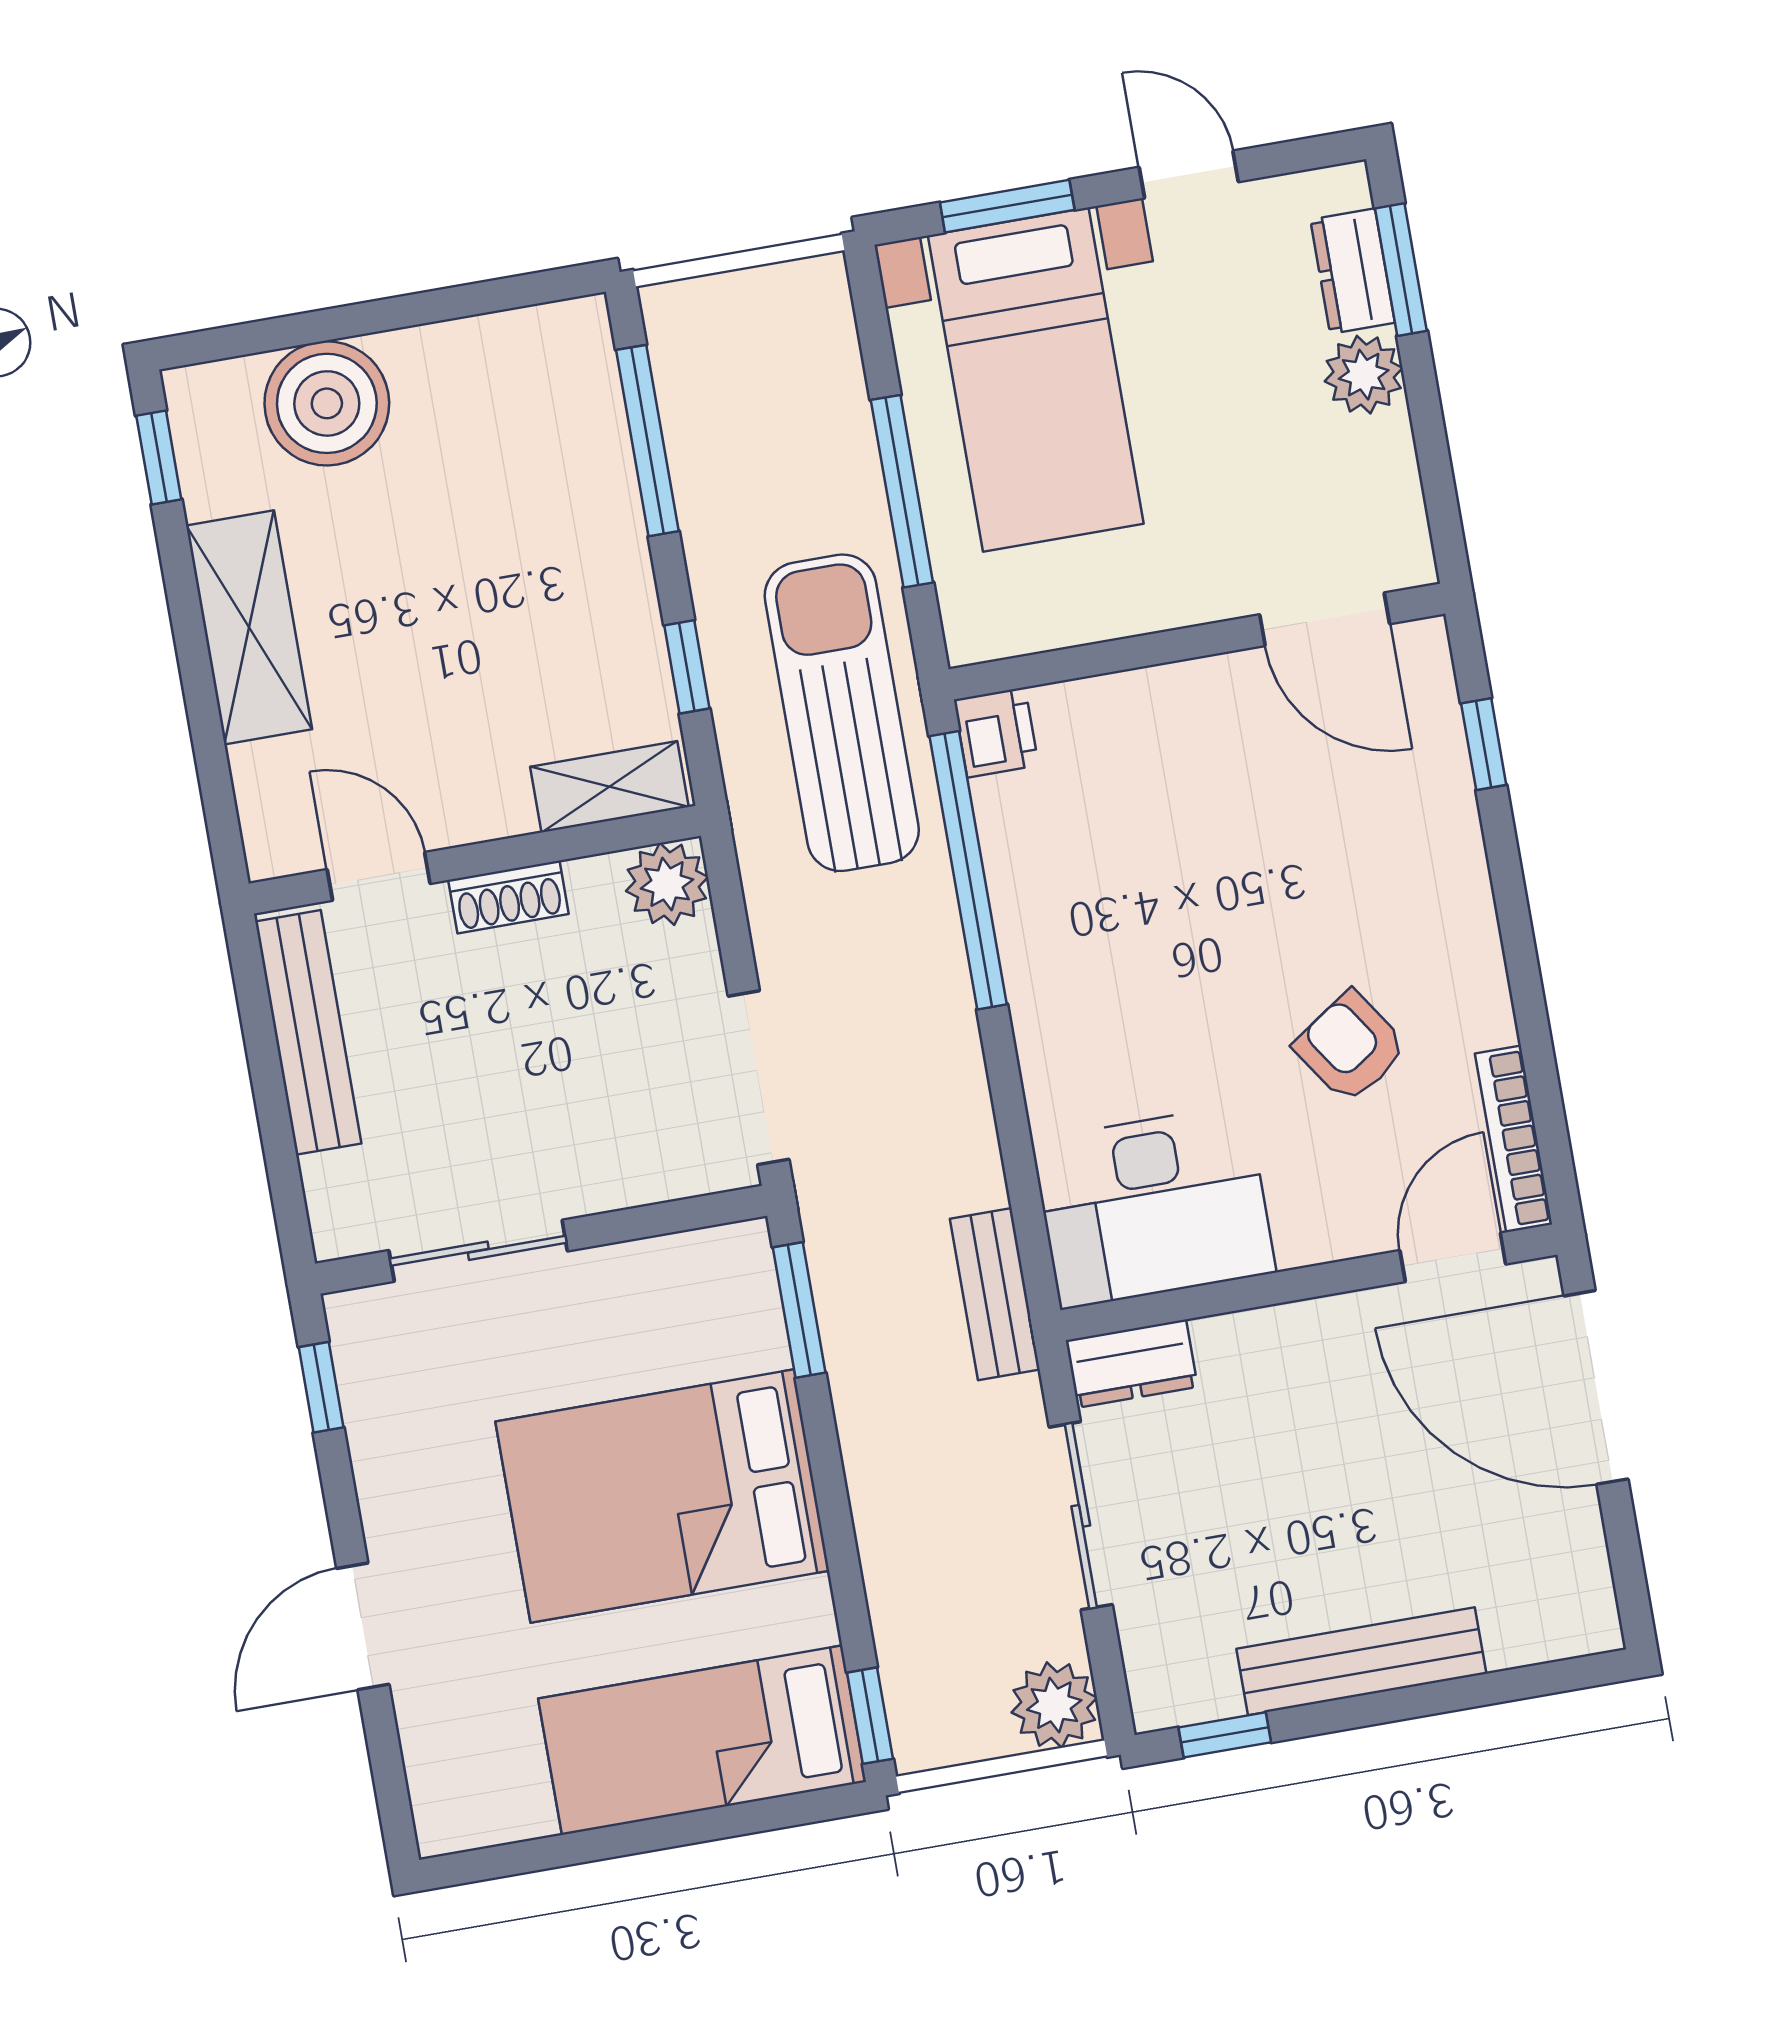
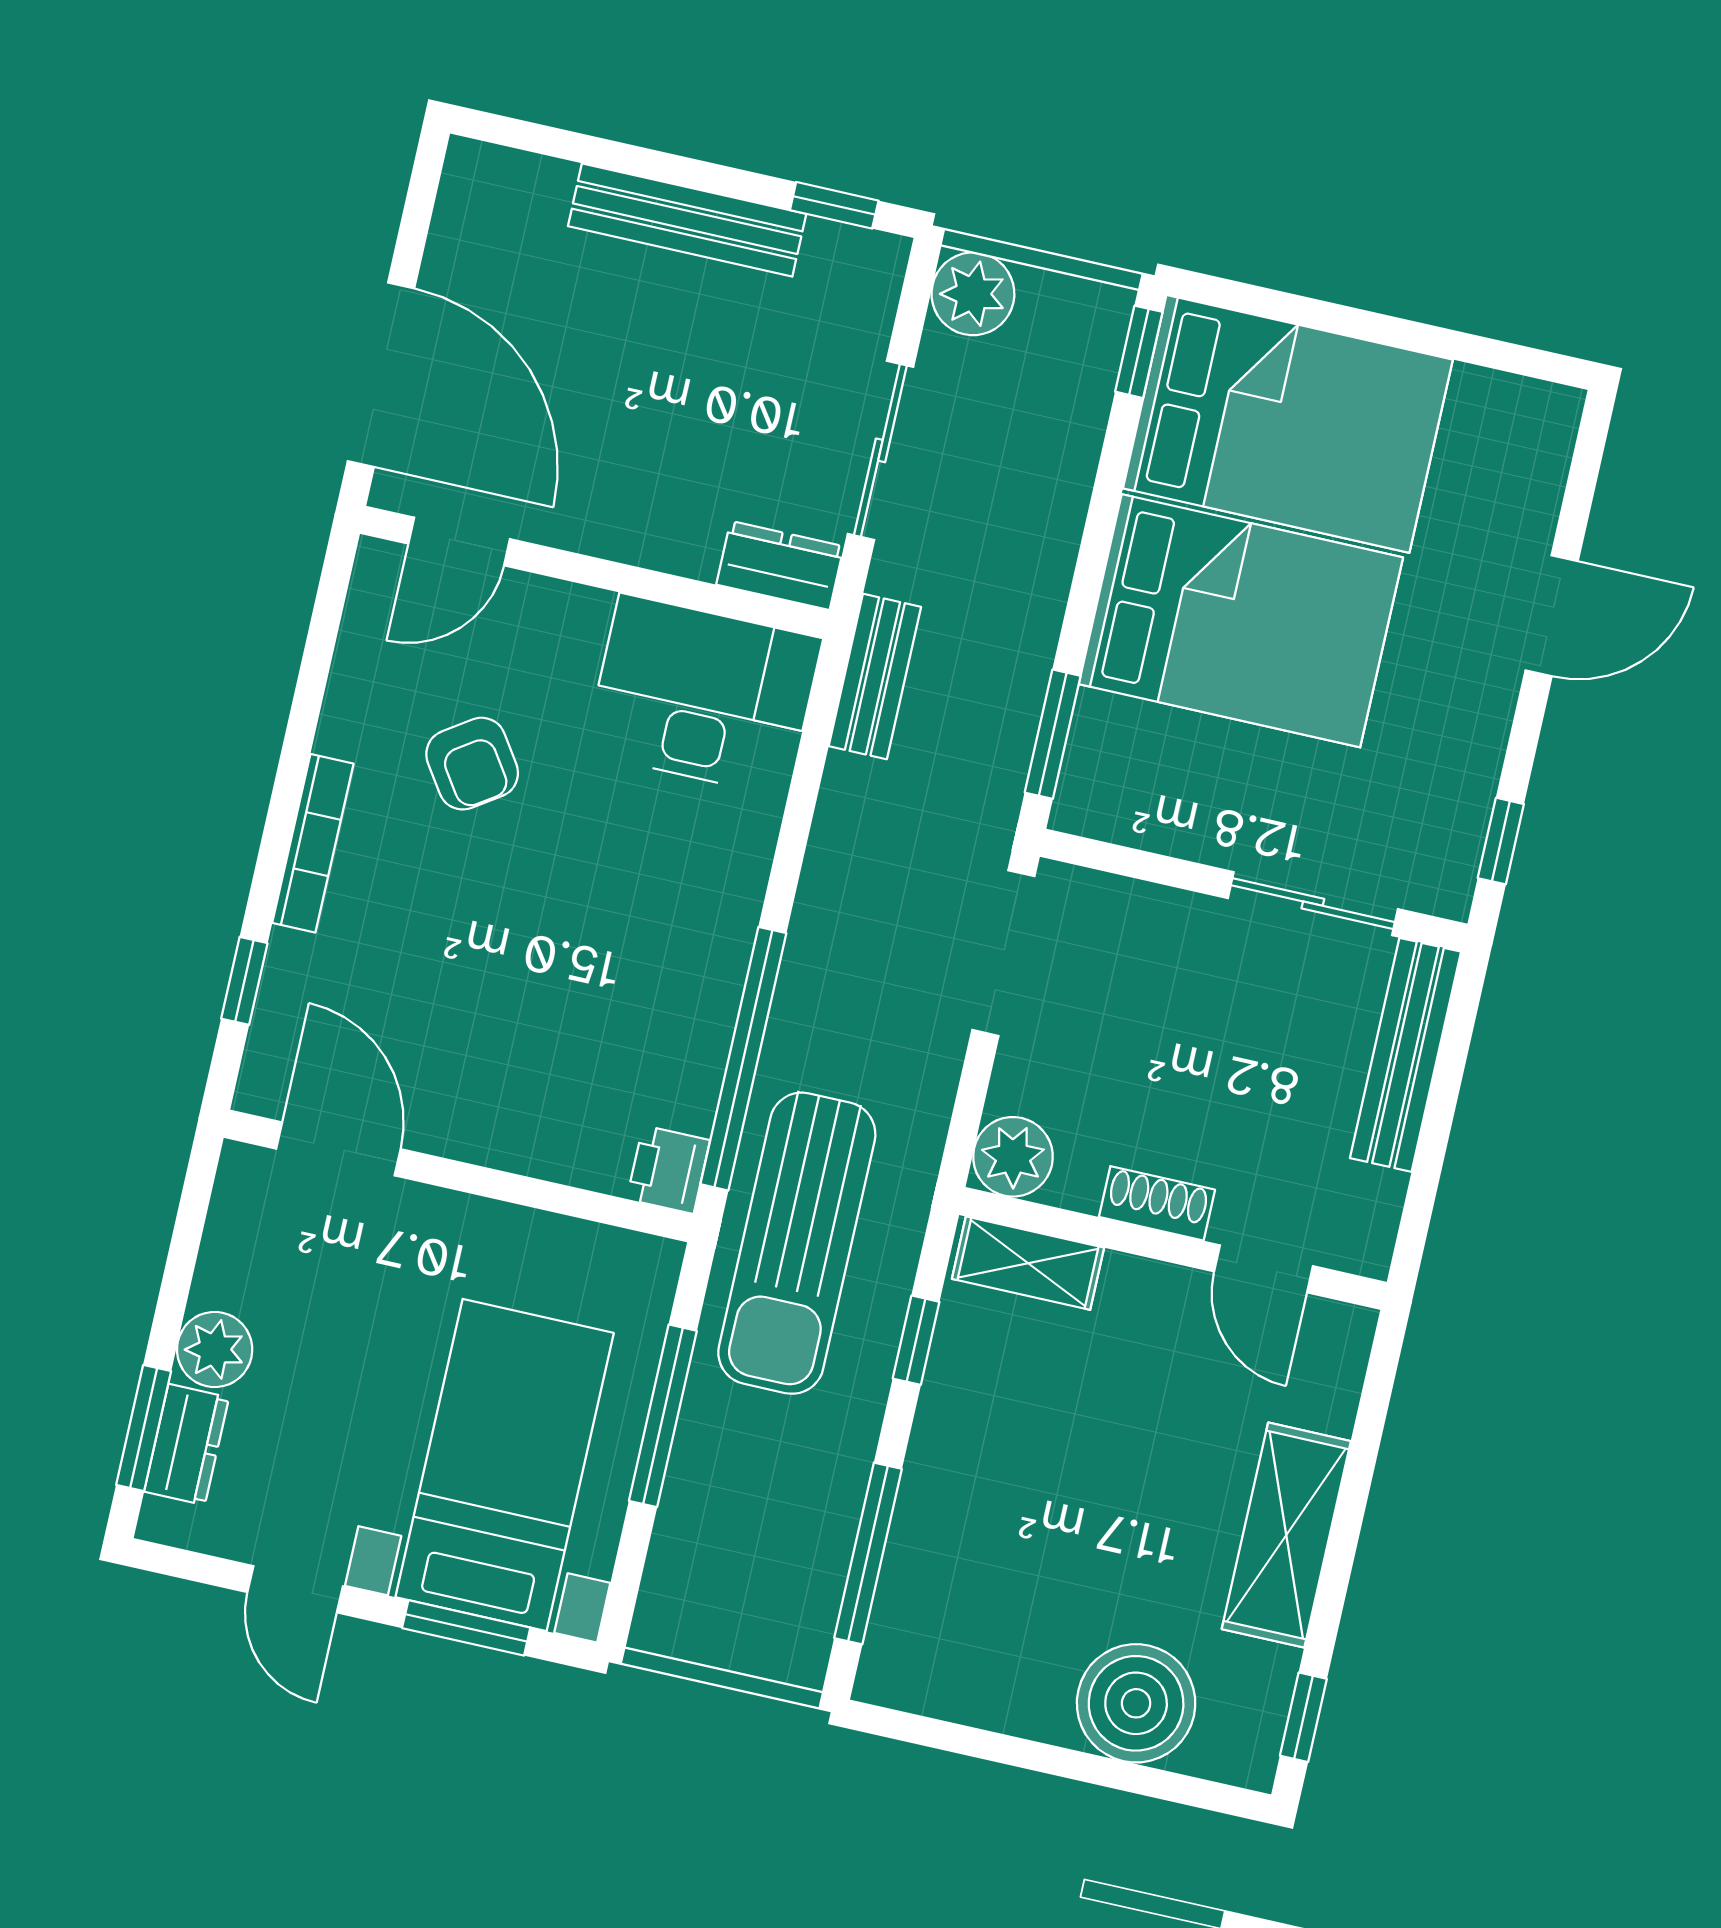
bench: (308, 1032) -> (1406, 1055), moved
bookcase: (1514, 1139) -> (313, 843), moved
bed: (702, 1740) -> (1288, 424), width x1.50

